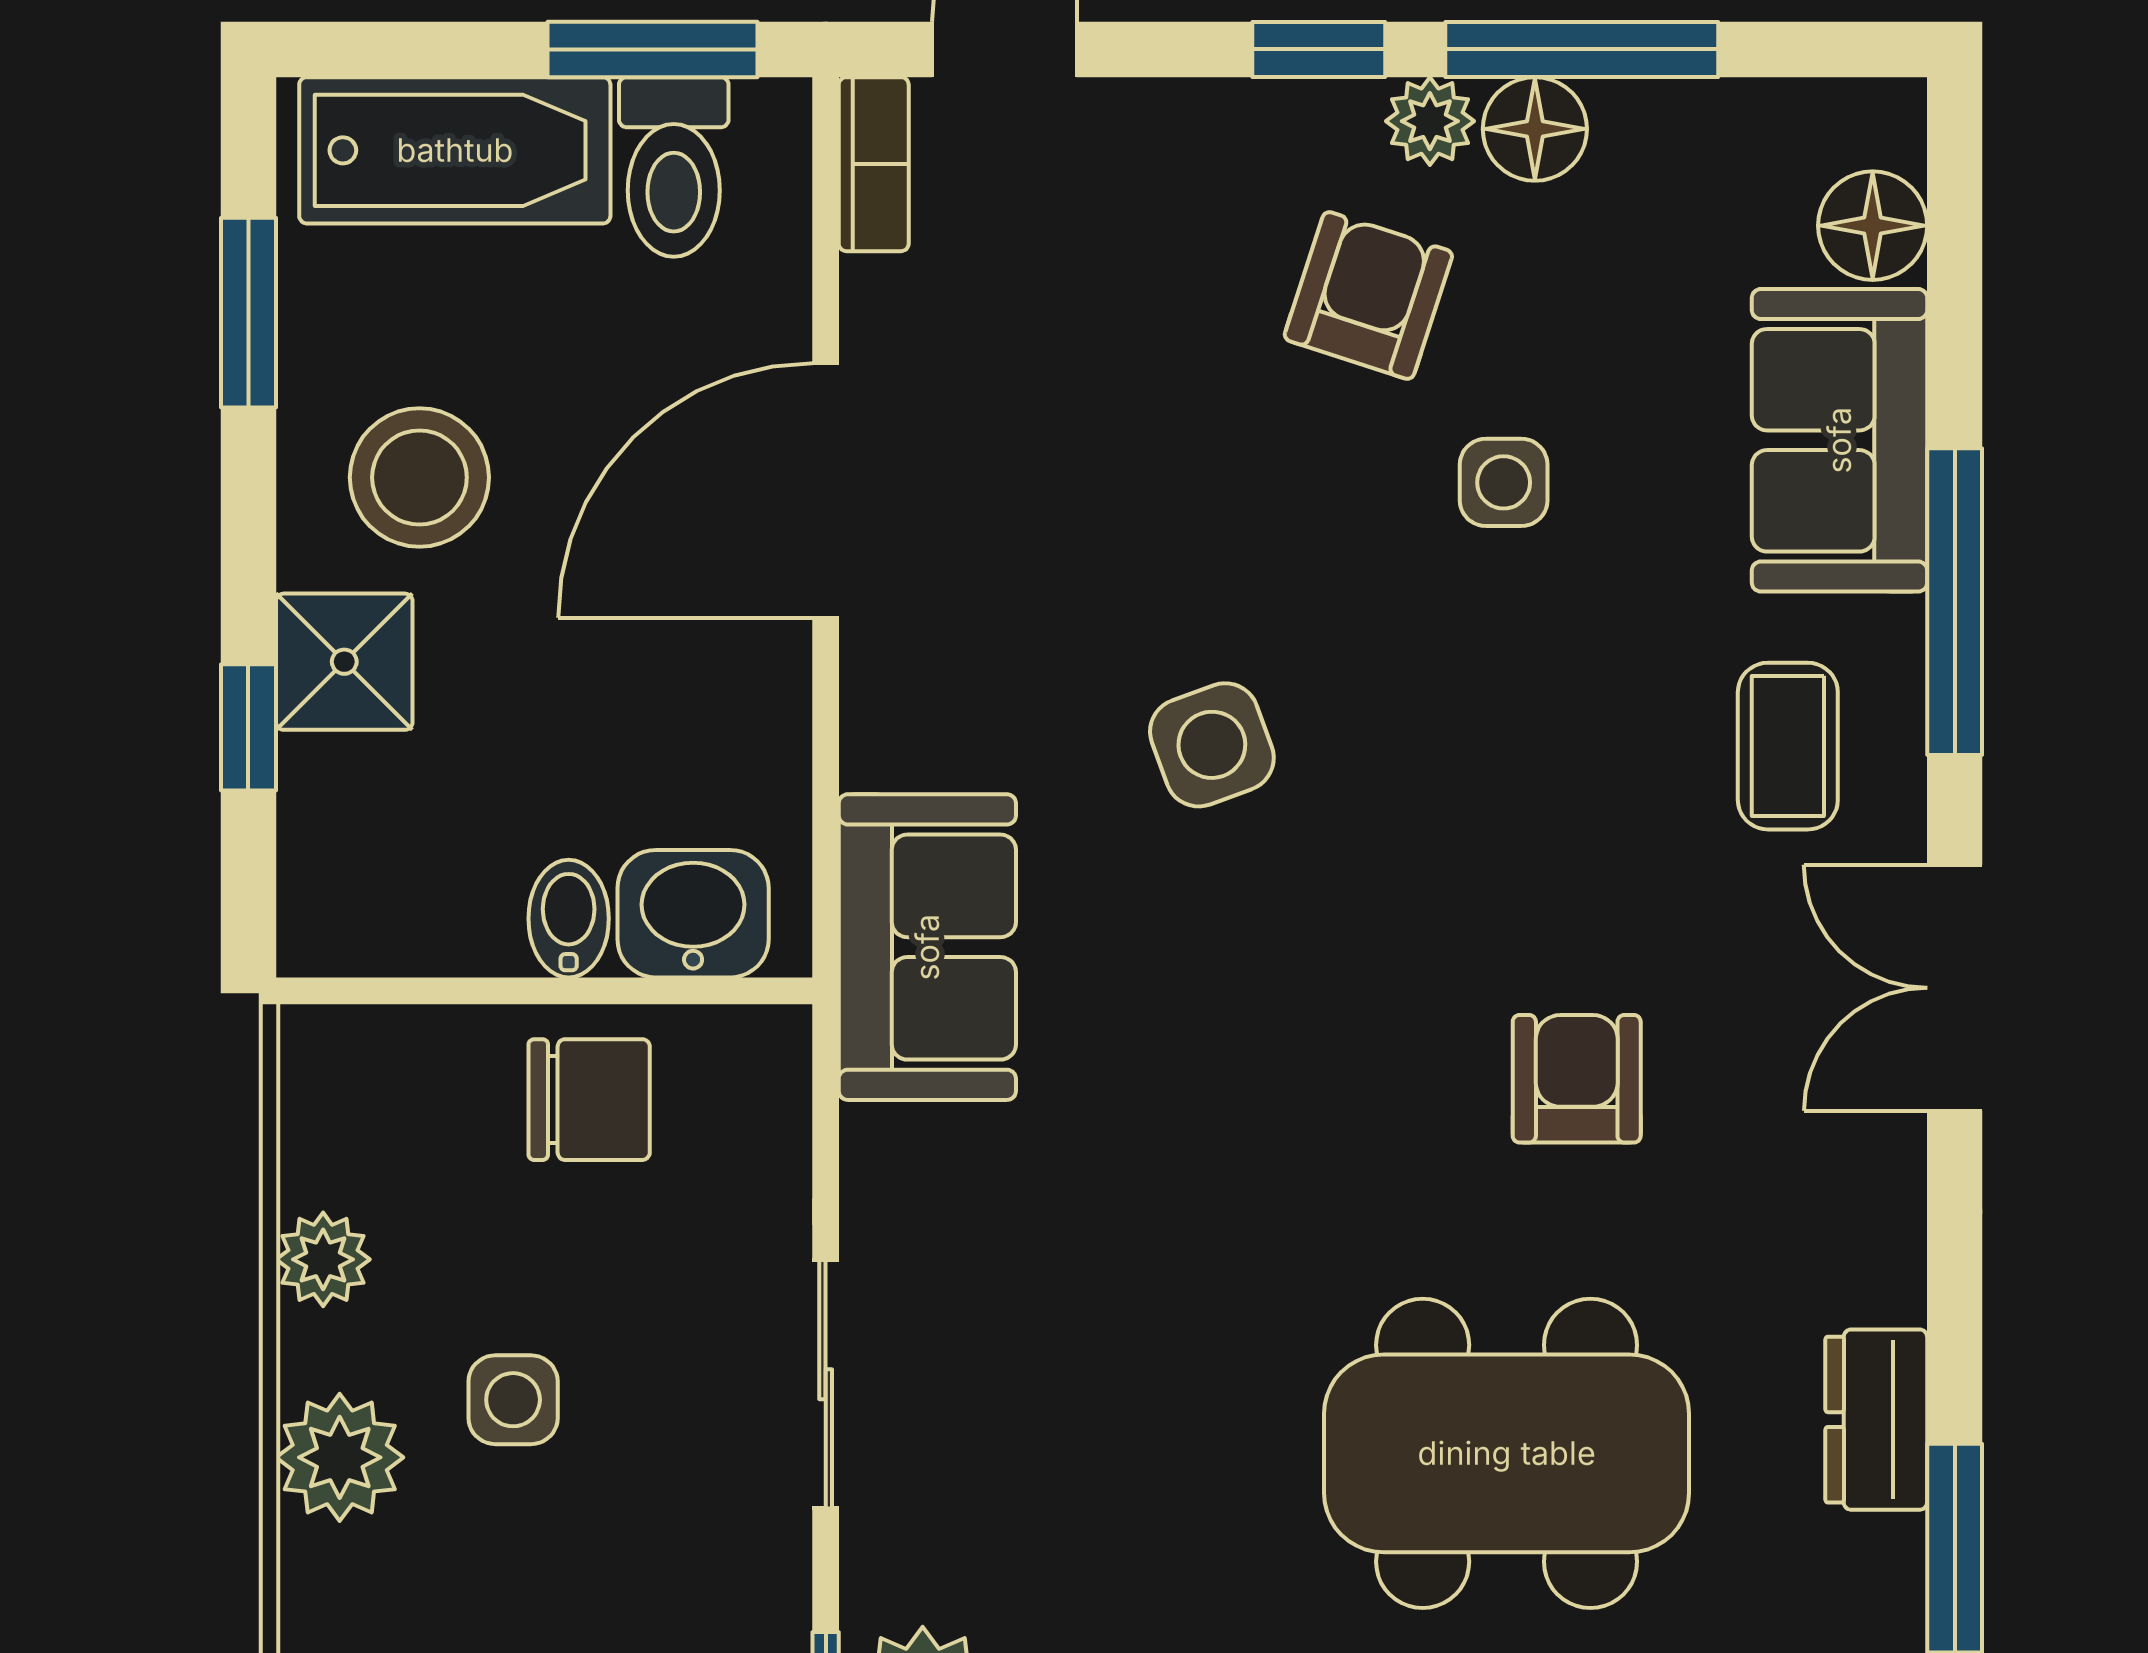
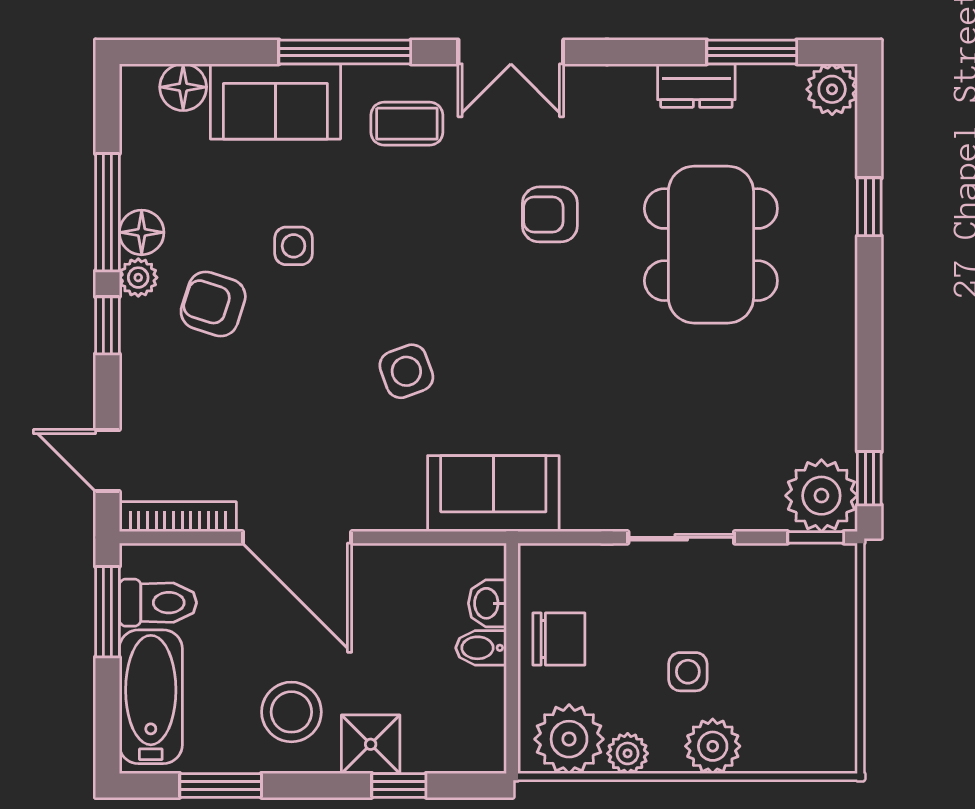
bookcase: (874, 164) -> (178, 517), width x1.56
washbasin: (693, 914) -> (487, 603), width x0.72, depth x0.69
chair: (589, 1100) -> (559, 639), turned 90
plant: (356, 1123) -> (569, 739), added

